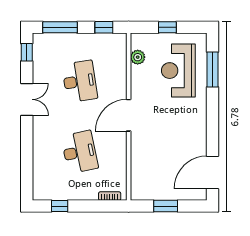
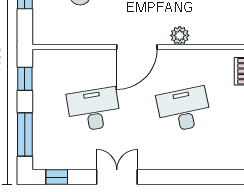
plant: (138, 57) -> (180, 35), moved
door: (129, 115) -> (137, 47), hinge flipped

